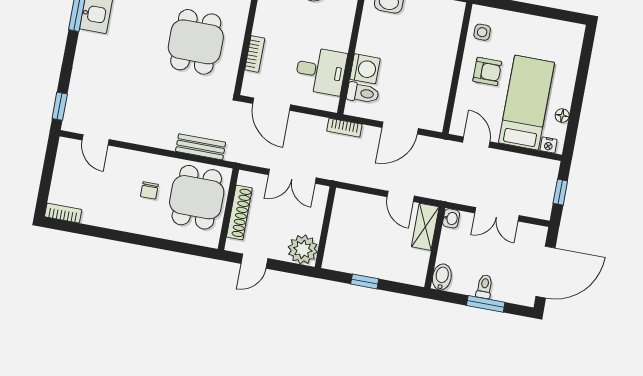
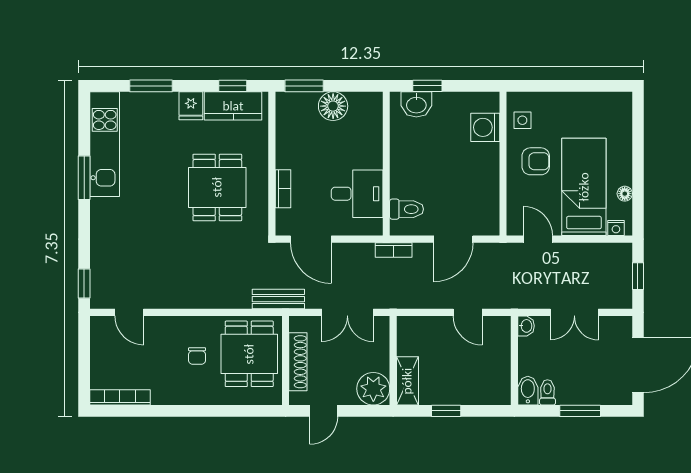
washing machine: (365, 69) -> (485, 127), moved, turned 180
bench: (201, 147) -> (278, 299), moved
bookcase: (63, 213) -> (120, 397), width x1.56
shelving: (425, 227) -> (407, 381), moved
toilet: (484, 286) -> (547, 392), moved

